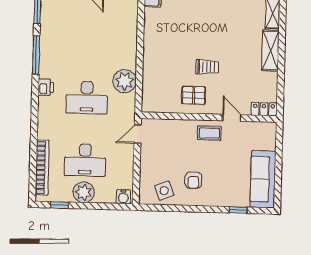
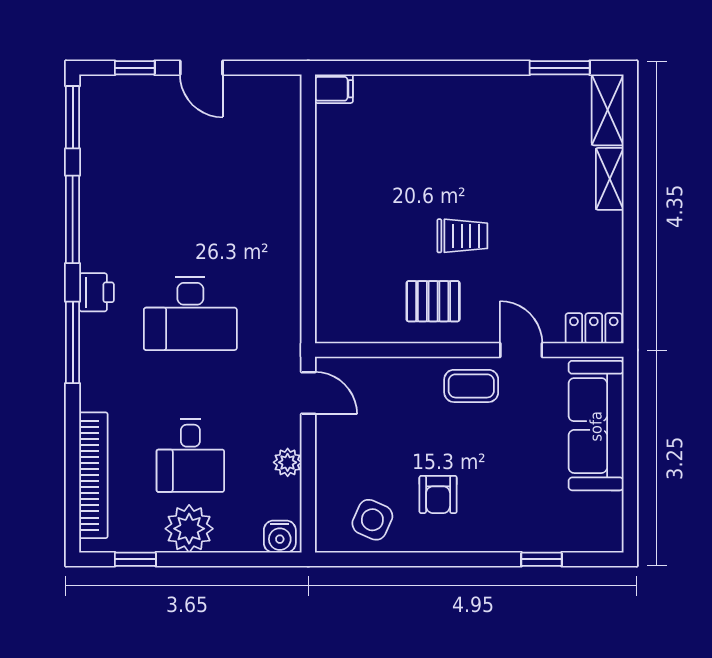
shelving: (271, 50) -> (610, 179), width x0.67, depth x0.75
plant: (125, 81) -> (288, 462), moved, width x0.53, depth x0.53
window: (35, 109) -> (73, 342), added
door: (138, 134) -> (308, 393), swing flipped
desk: (85, 160) -> (190, 455), width x0.73
sofa: (263, 179) -> (596, 426), moved
side table: (164, 191) -> (372, 520), turned 45

